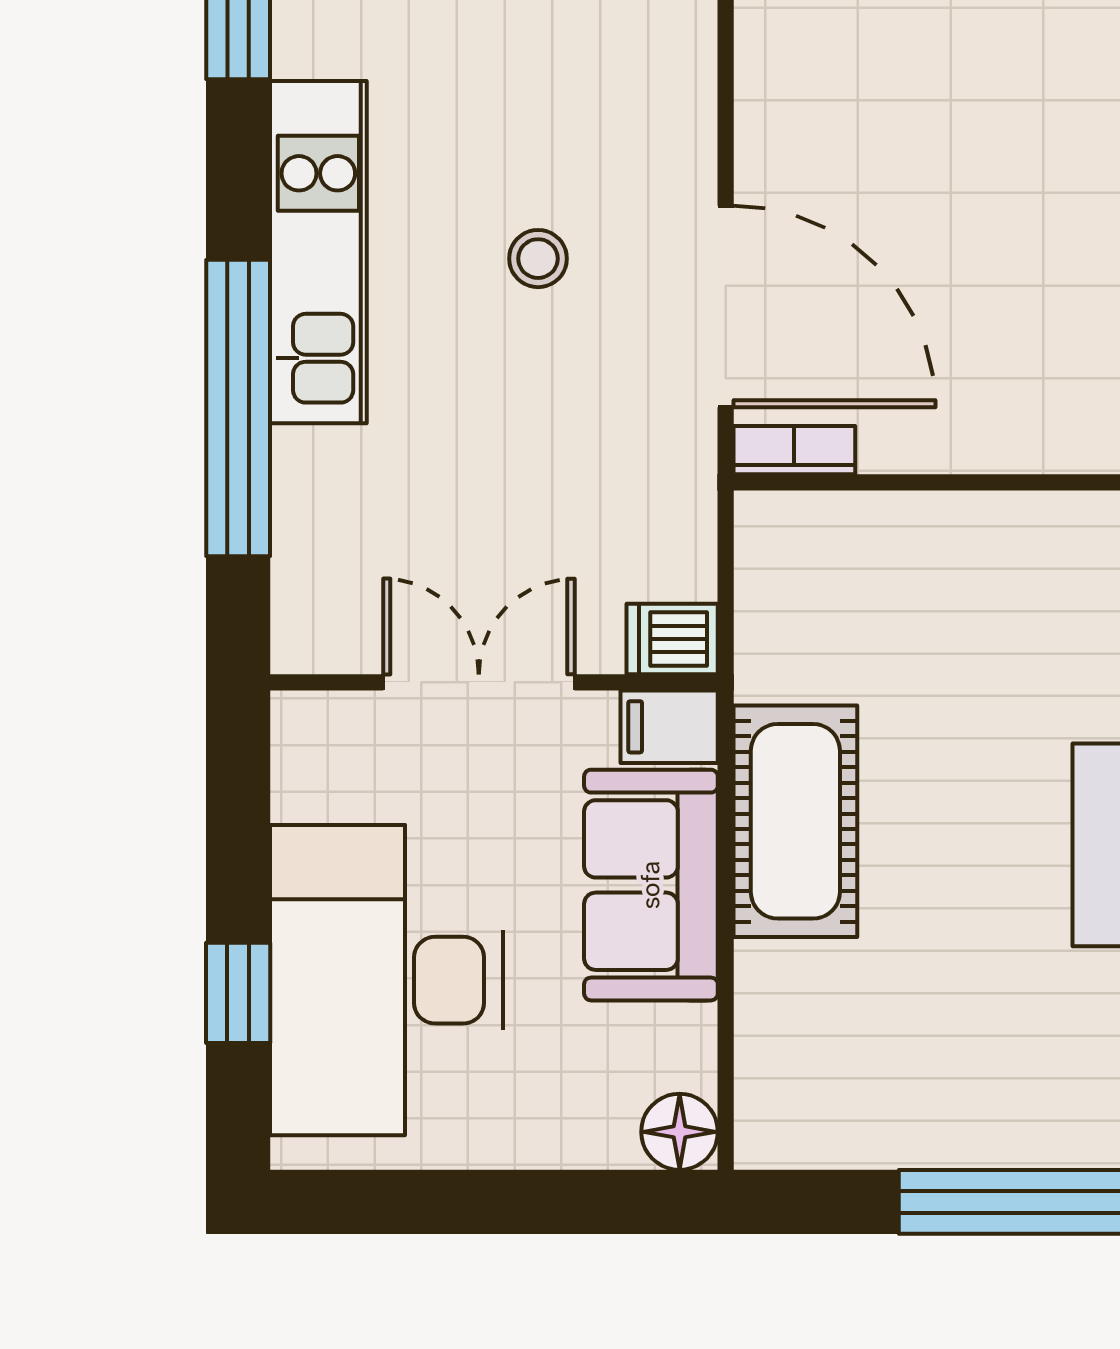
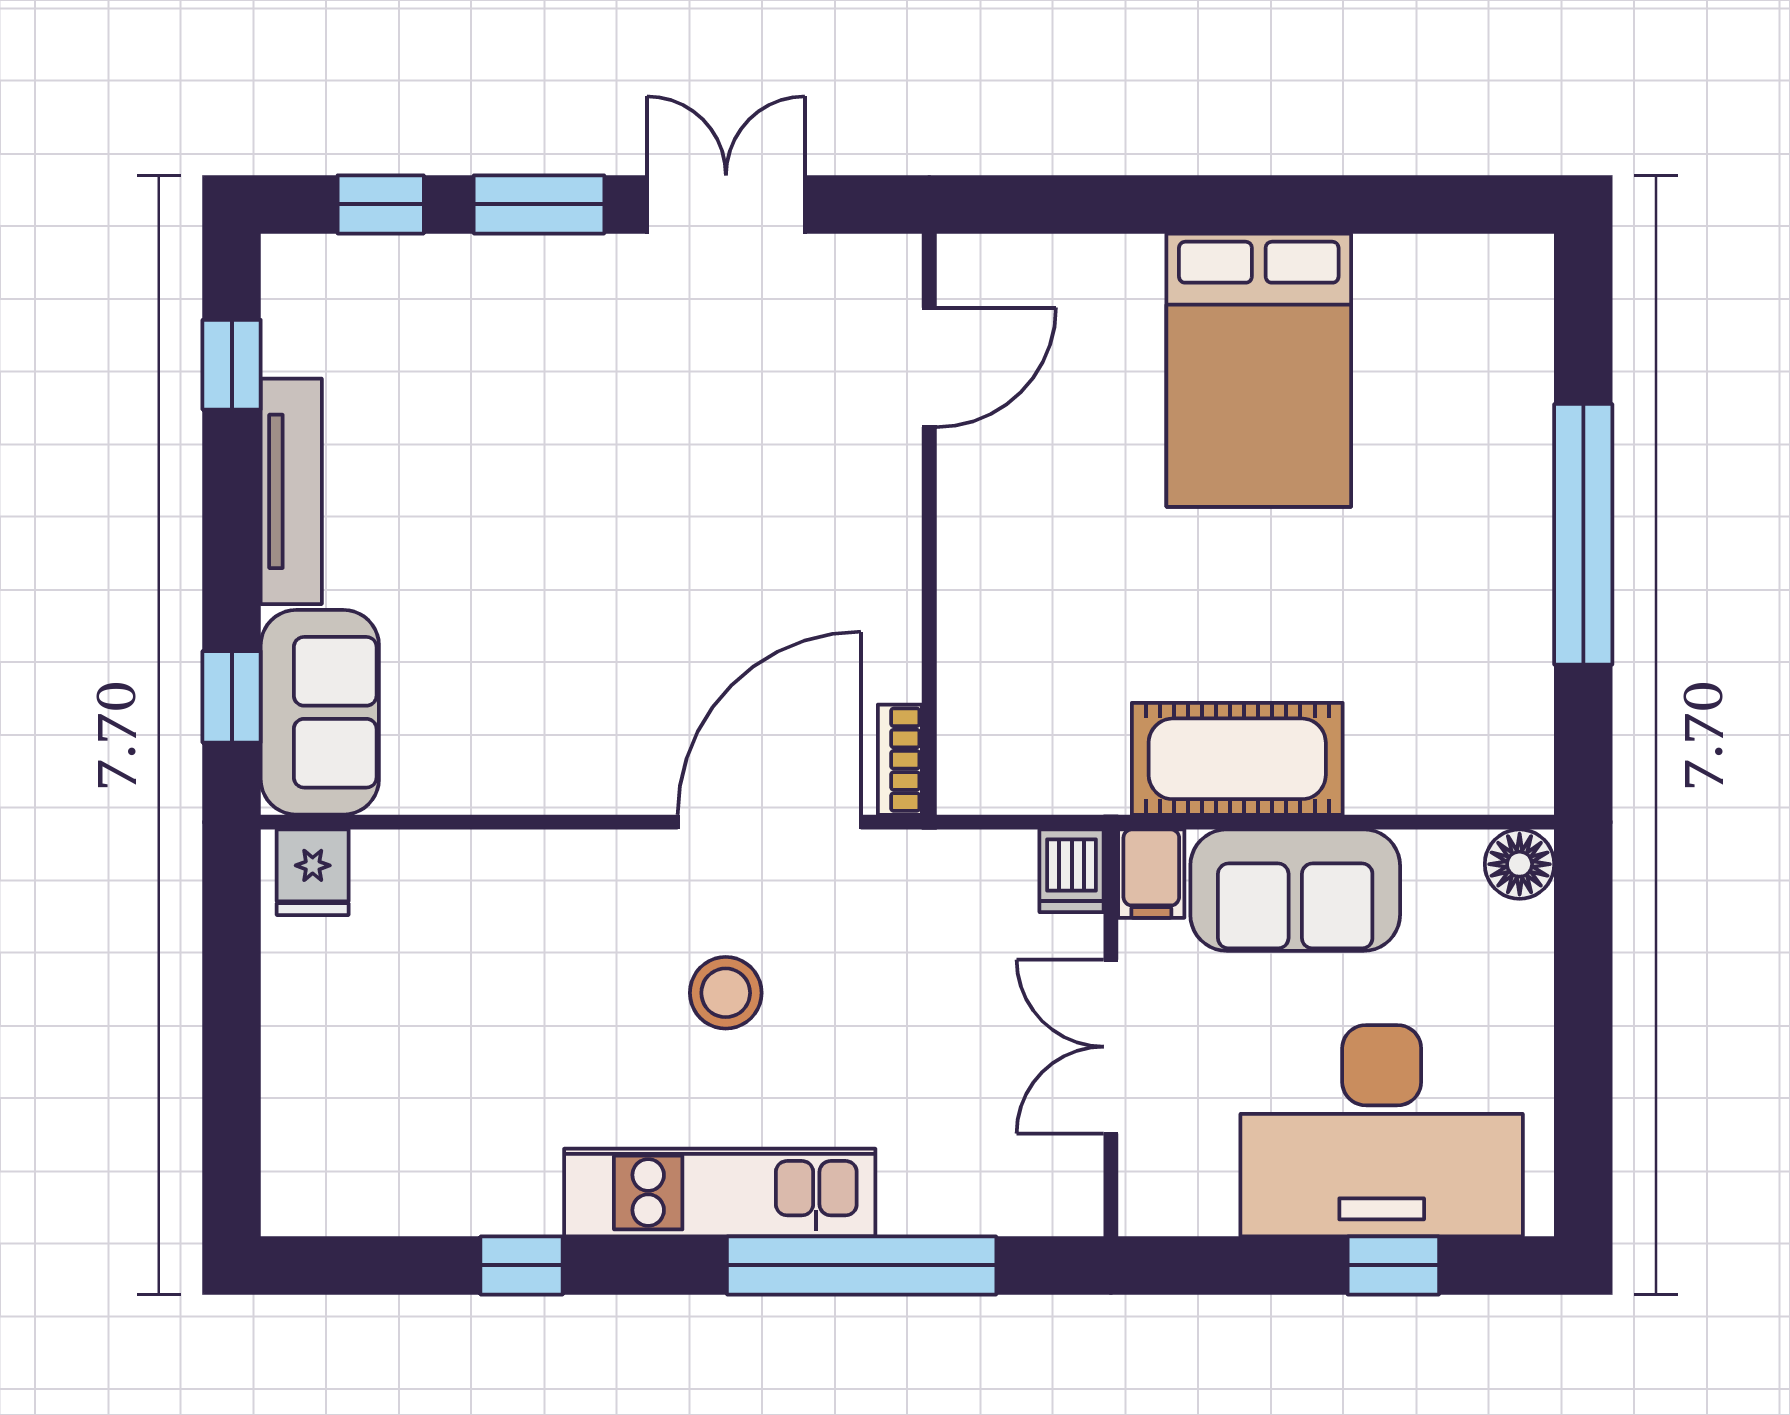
stool: (538, 259) -> (726, 993), width x1.37, depth x1.37

